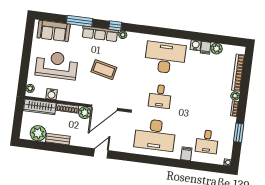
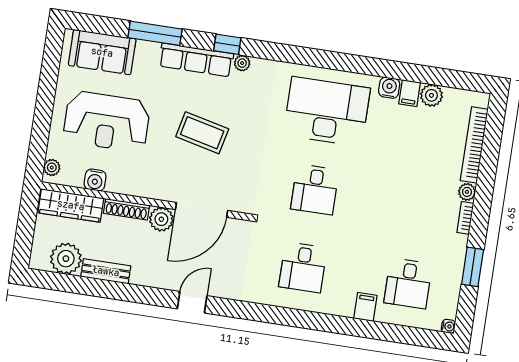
reception desk: (57, 65) -> (107, 121), turned 180
desk: (155, 135) -> (303, 267), width x0.53, depth x0.77

